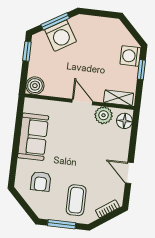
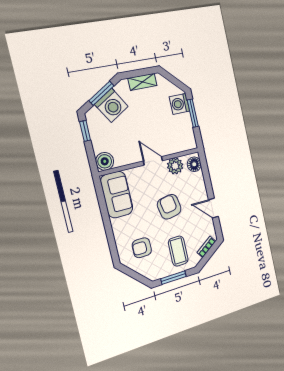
window: (141, 70) -> (193, 113), width x1.50
shelving: (119, 98) -> (142, 82), moved
sofa: (33, 137) -> (117, 195), moved
armchair: (83, 153) -> (169, 207), added
armchair: (41, 181) -> (142, 248), turned 90

